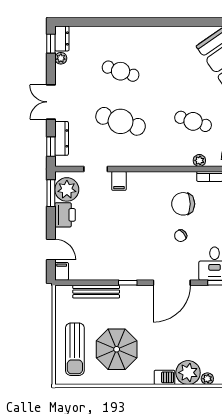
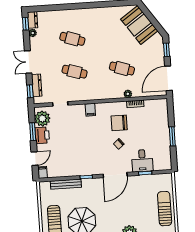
cafe table: (121, 121) -> (75, 72), width x0.73, depth x0.74
filing cabinet: (119, 181) -> (90, 110), moved
window: (51, 193) -> (33, 132), moved
door: (51, 250) -> (35, 159), hinge flipped

